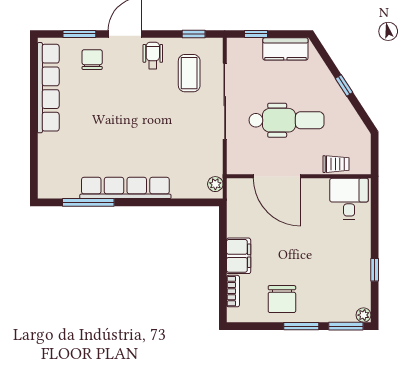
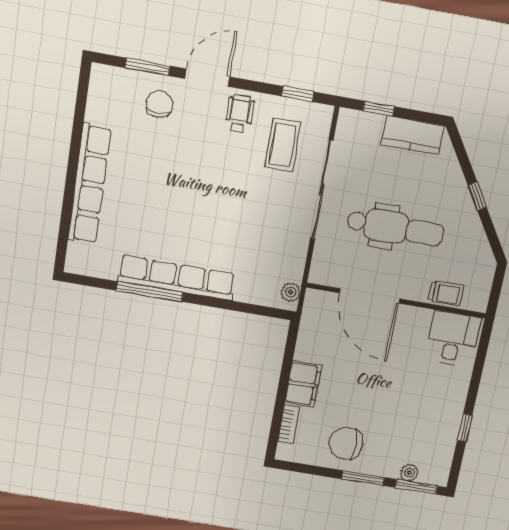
row of seats: (48, 88) -> (89, 184), moved
window: (88, 202) -> (150, 292), moved
chair: (282, 299) -> (346, 443), turned 90
plant: (363, 315) -> (409, 473), moved

